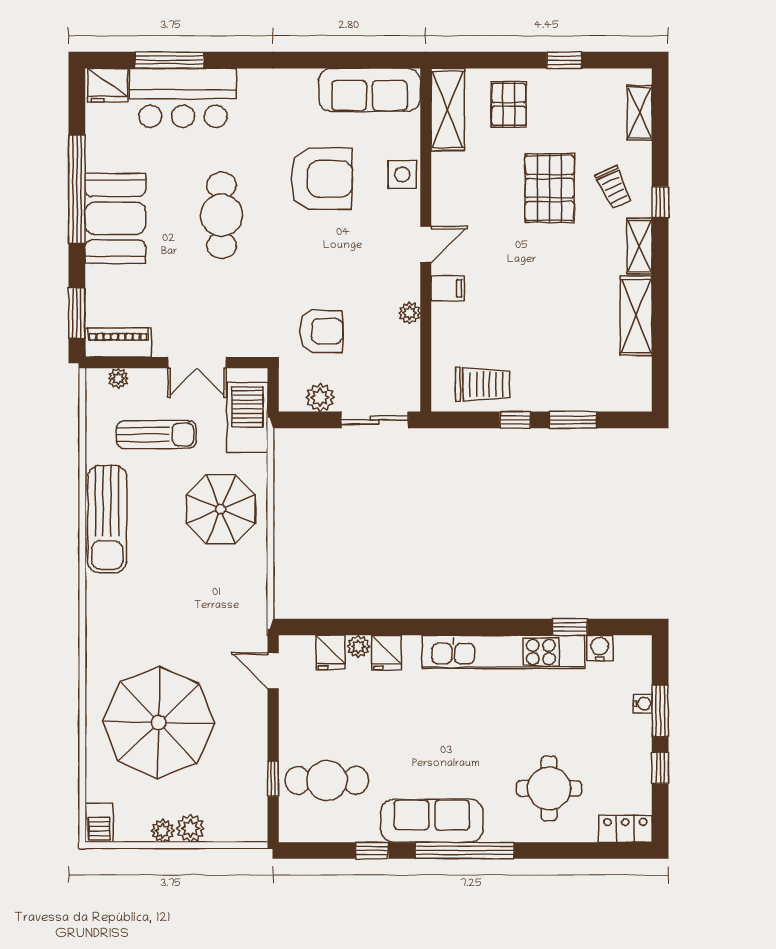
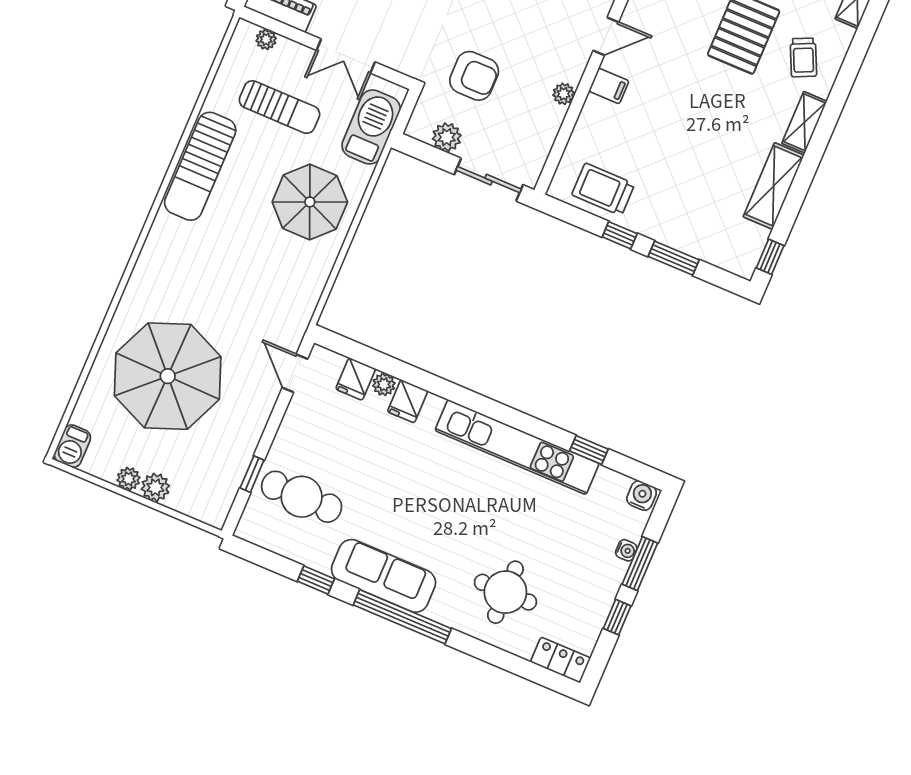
window: (660, 202) -> (770, 257), moved
trolley: (482, 384) -> (603, 189), turned 180
water cooler: (600, 648) -> (642, 496), moved

